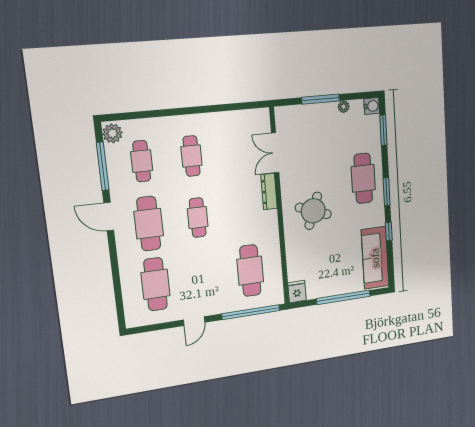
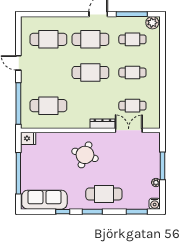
cafe table: (240, 151) -> (132, 106), added
cafe table: (198, 218) -> (90, 72), width x1.37, depth x1.35

